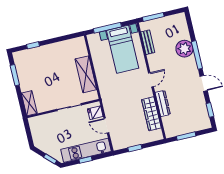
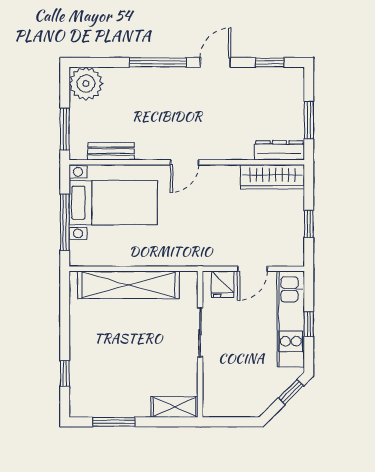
plant: (184, 49) -> (86, 84), moved
shelving: (86, 74) -> (128, 285), width x1.47
door: (151, 80) -> (185, 162), swing flipped
dresser: (163, 103) -> (280, 150), moved
wardrobe: (151, 114) -> (272, 177), moved

